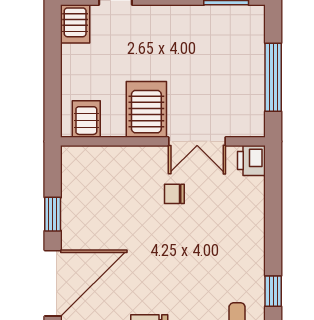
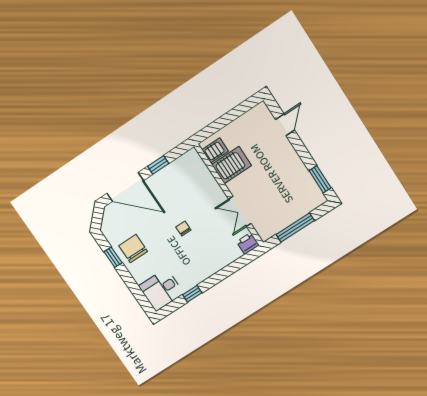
server rack: (75, 24) -> (258, 114), removed
server rack: (146, 109) -> (232, 165), moved
chair: (174, 194) -> (183, 229), moved

